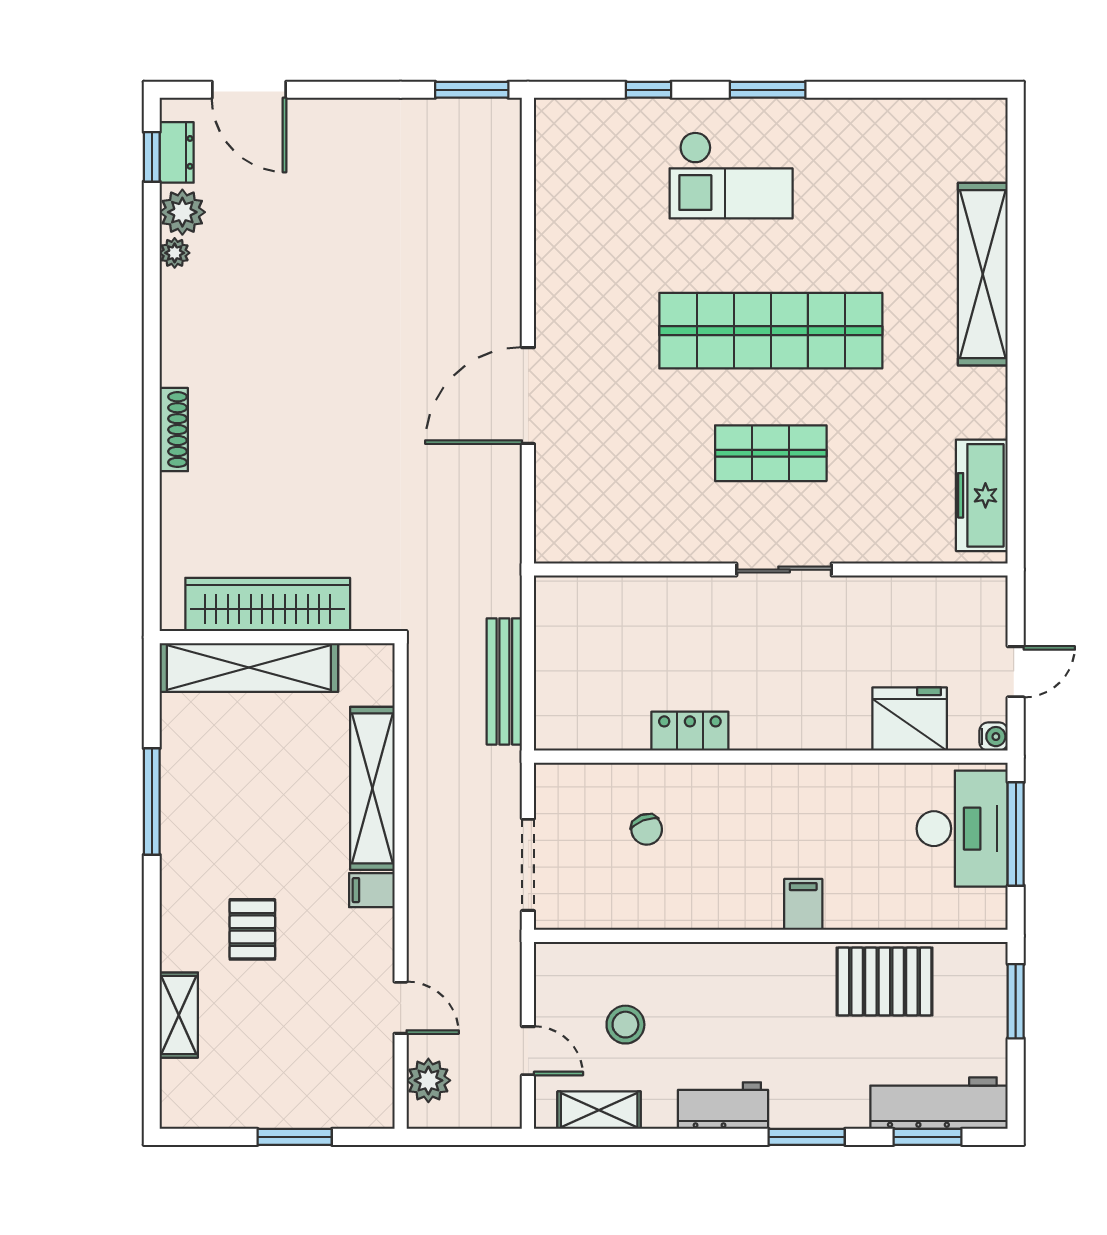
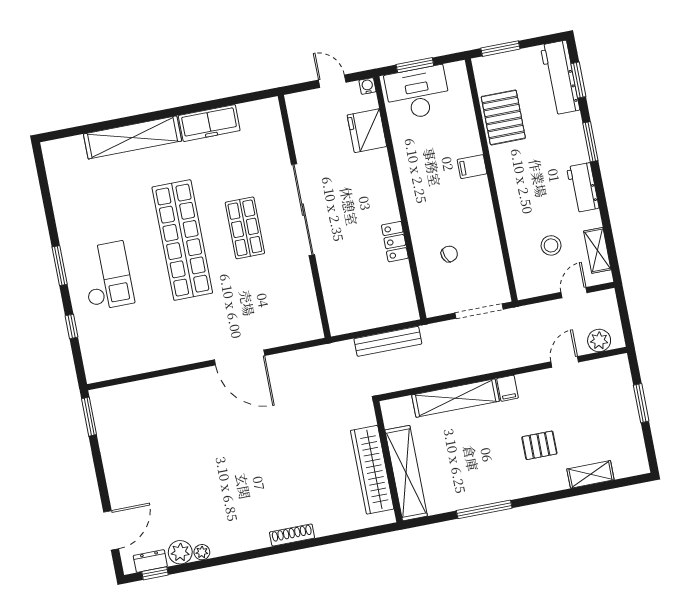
freezer: (982, 495) -> (209, 123), moved
sliding door: (784, 570) -> (303, 210), width x1.86
window: (1016, 834) -> (415, 65), width x0.69

